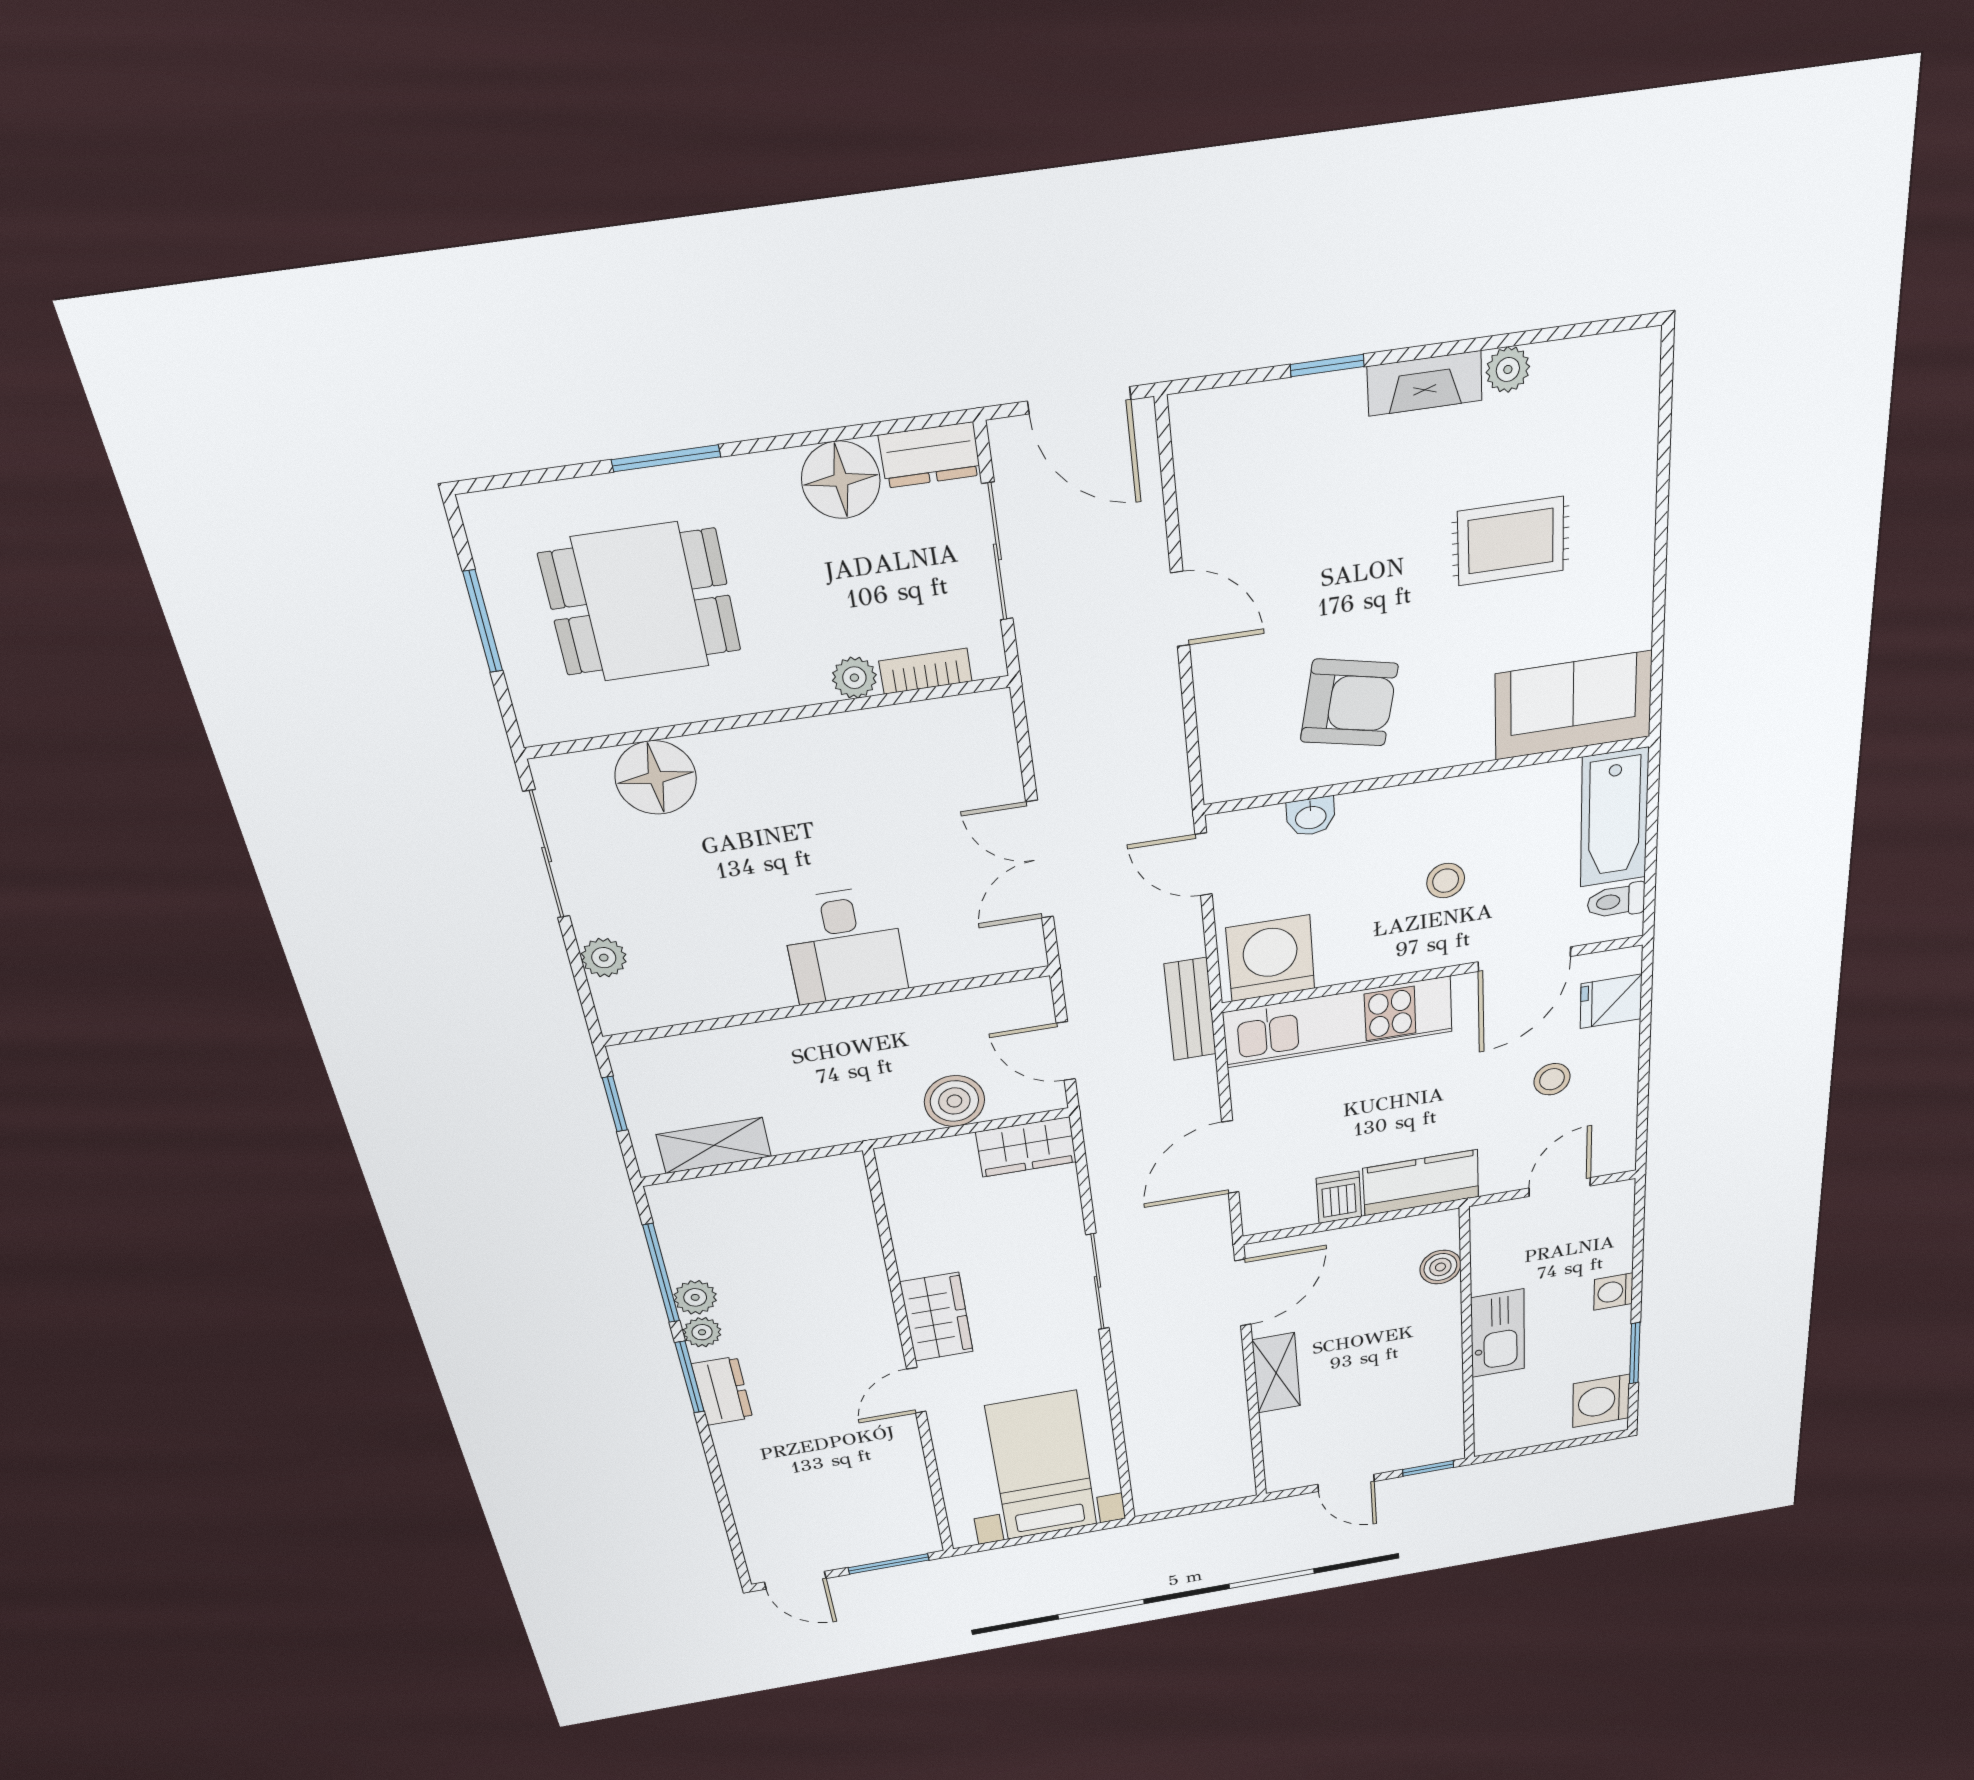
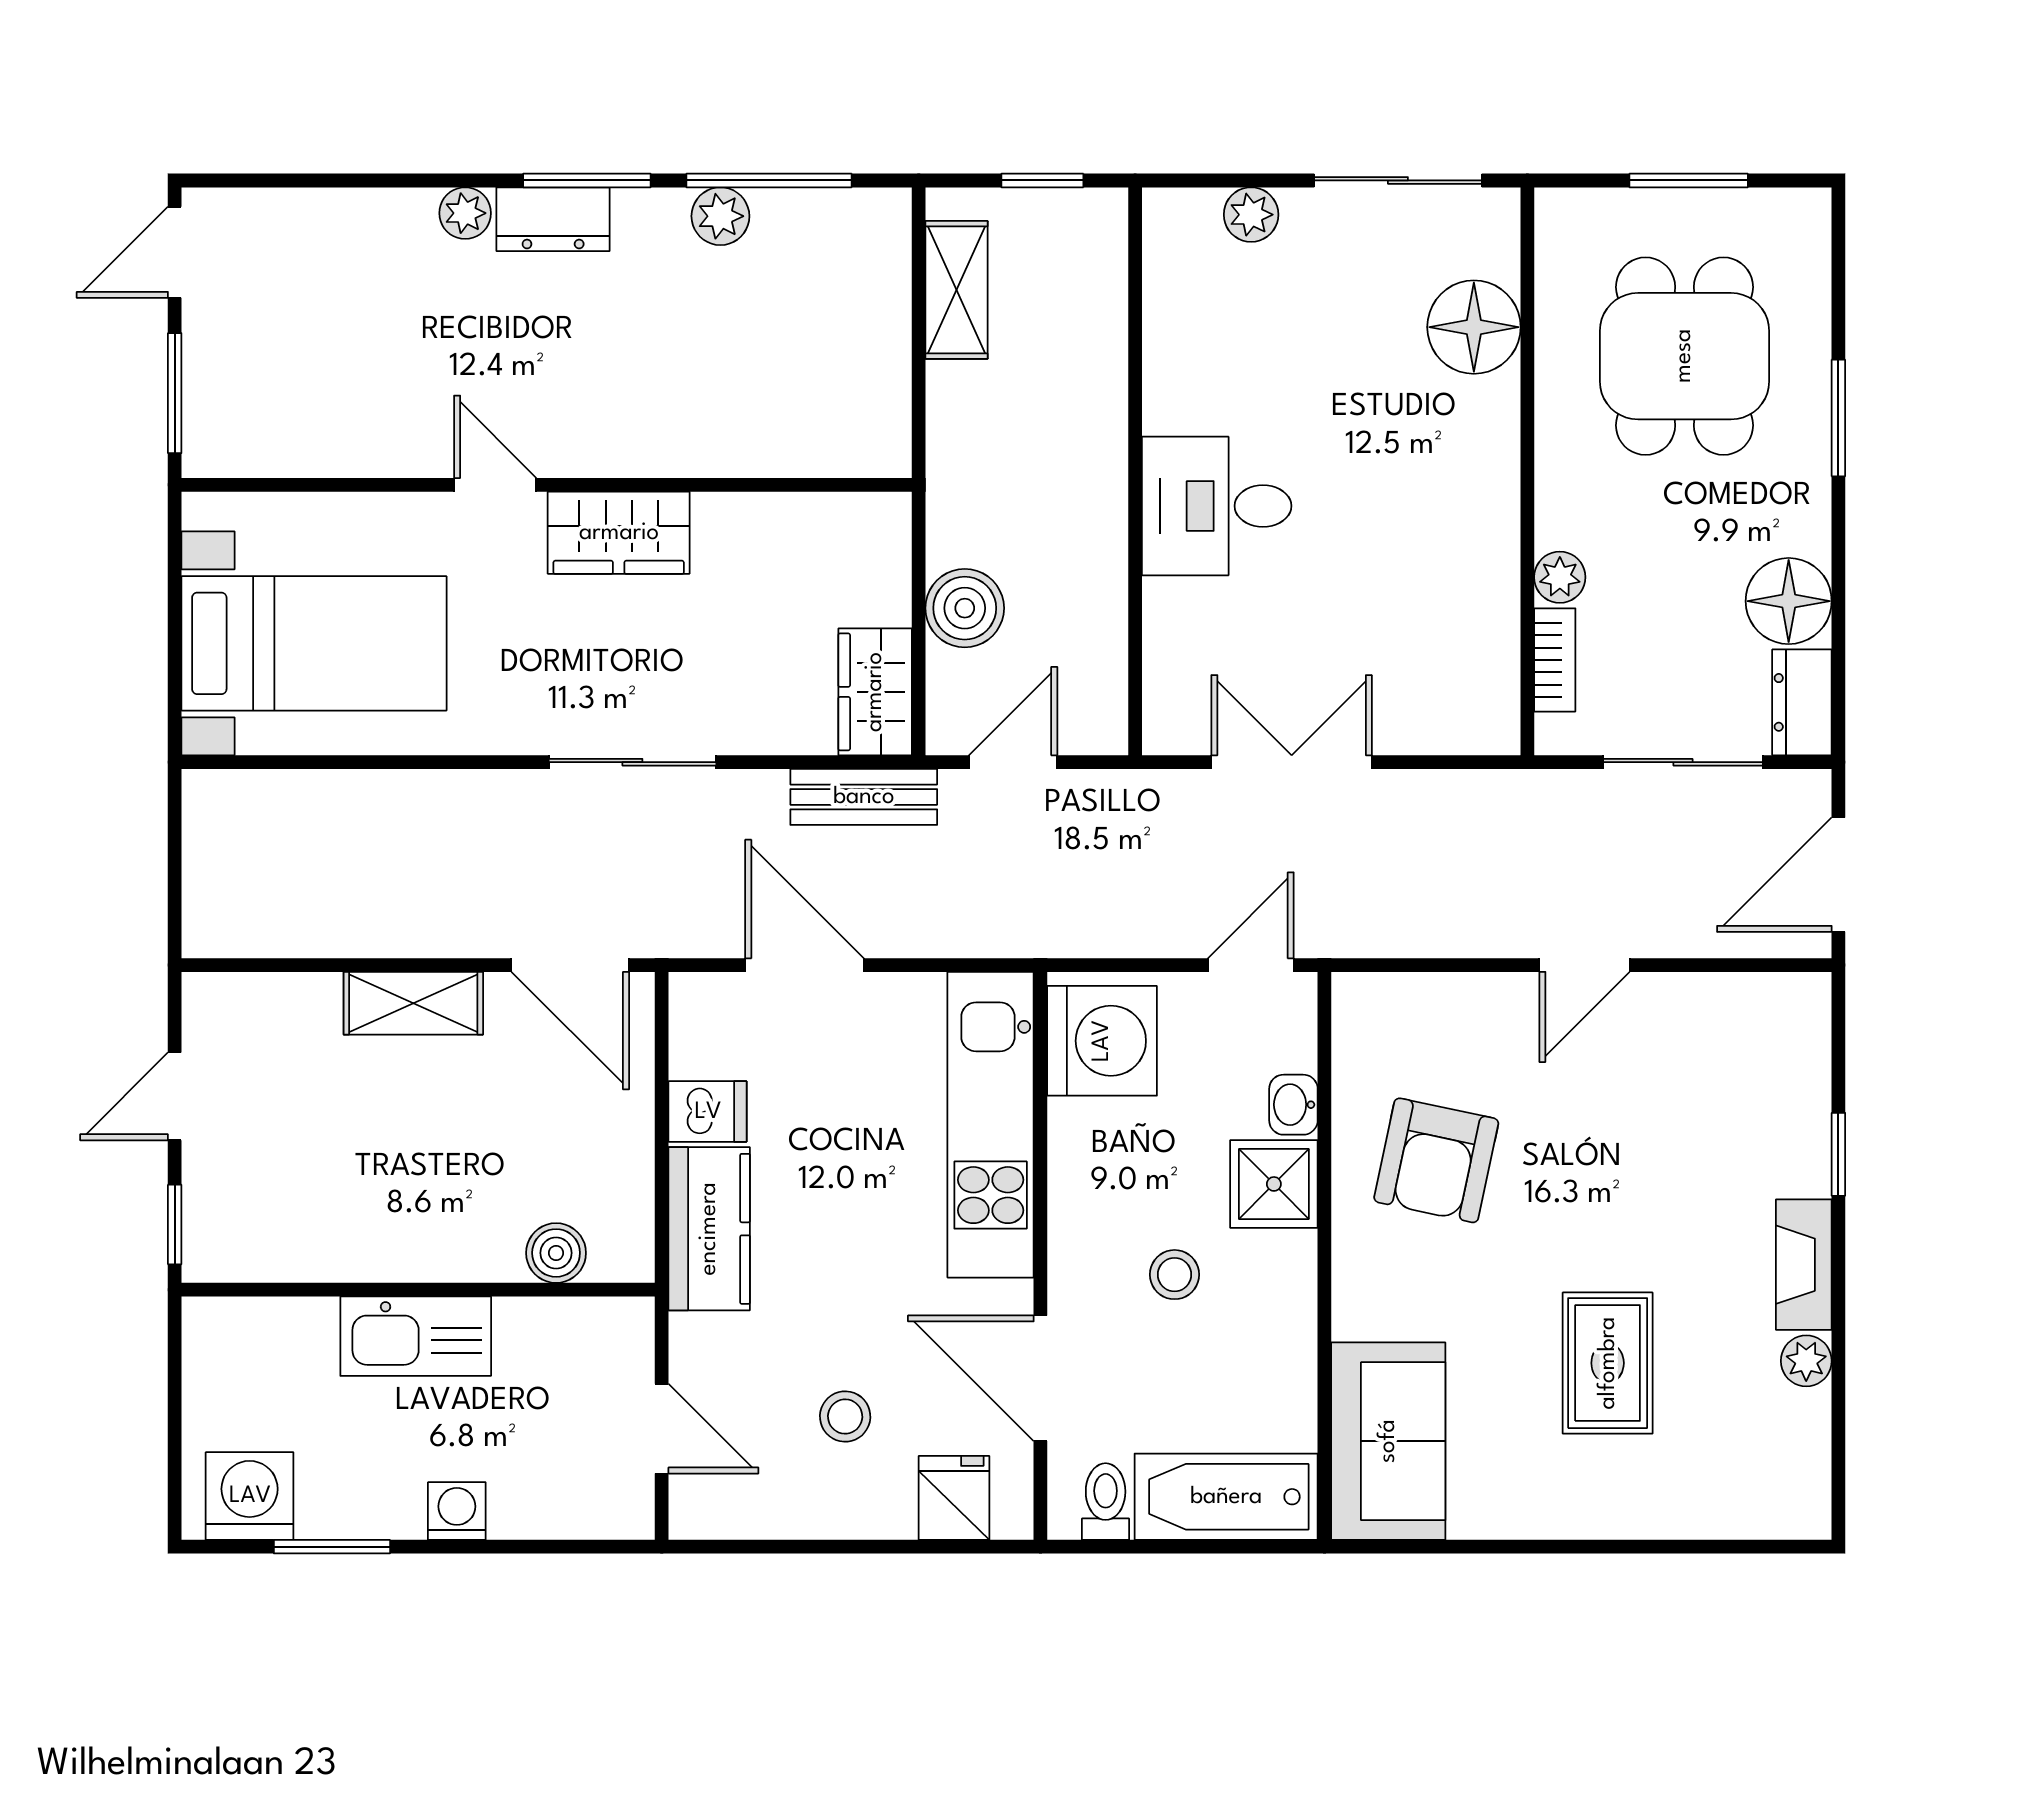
shower: (1373, 821) -> (1274, 1184), added
bench: (1190, 1009) -> (864, 797), moved
plant: (702, 1332) -> (465, 213), moved

